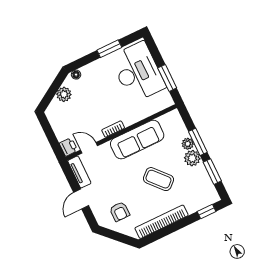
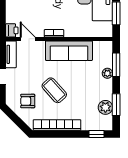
window: (198, 142) -> (116, 65), moved
plant: (192, 158) -> (105, 107), moved
coffee table: (158, 179) -> (54, 90), moved
armchair: (120, 212) -> (28, 101), turned 90

